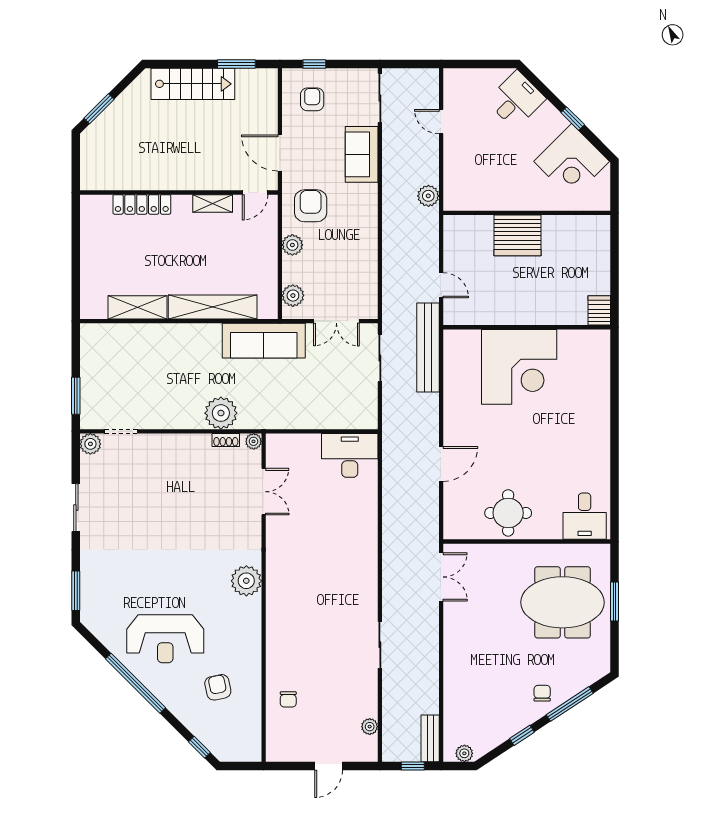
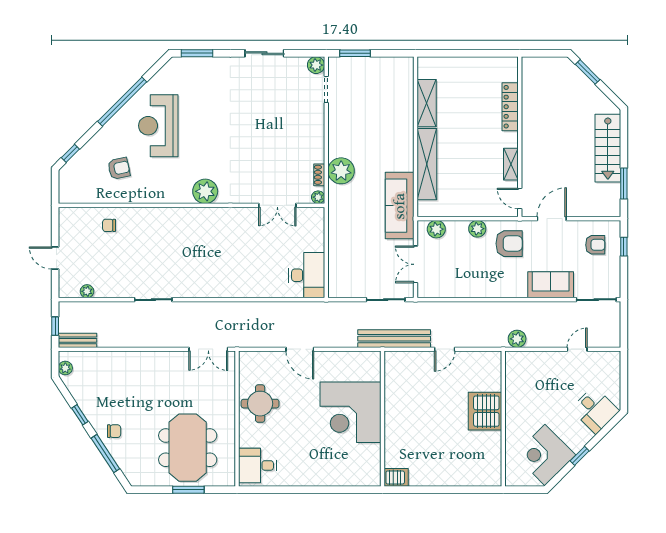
server rack: (599, 310) -> (396, 477), moved
wall: (527, 327) -> (382, 419), moved
corner desk: (519, 367) -> (350, 412), moved

